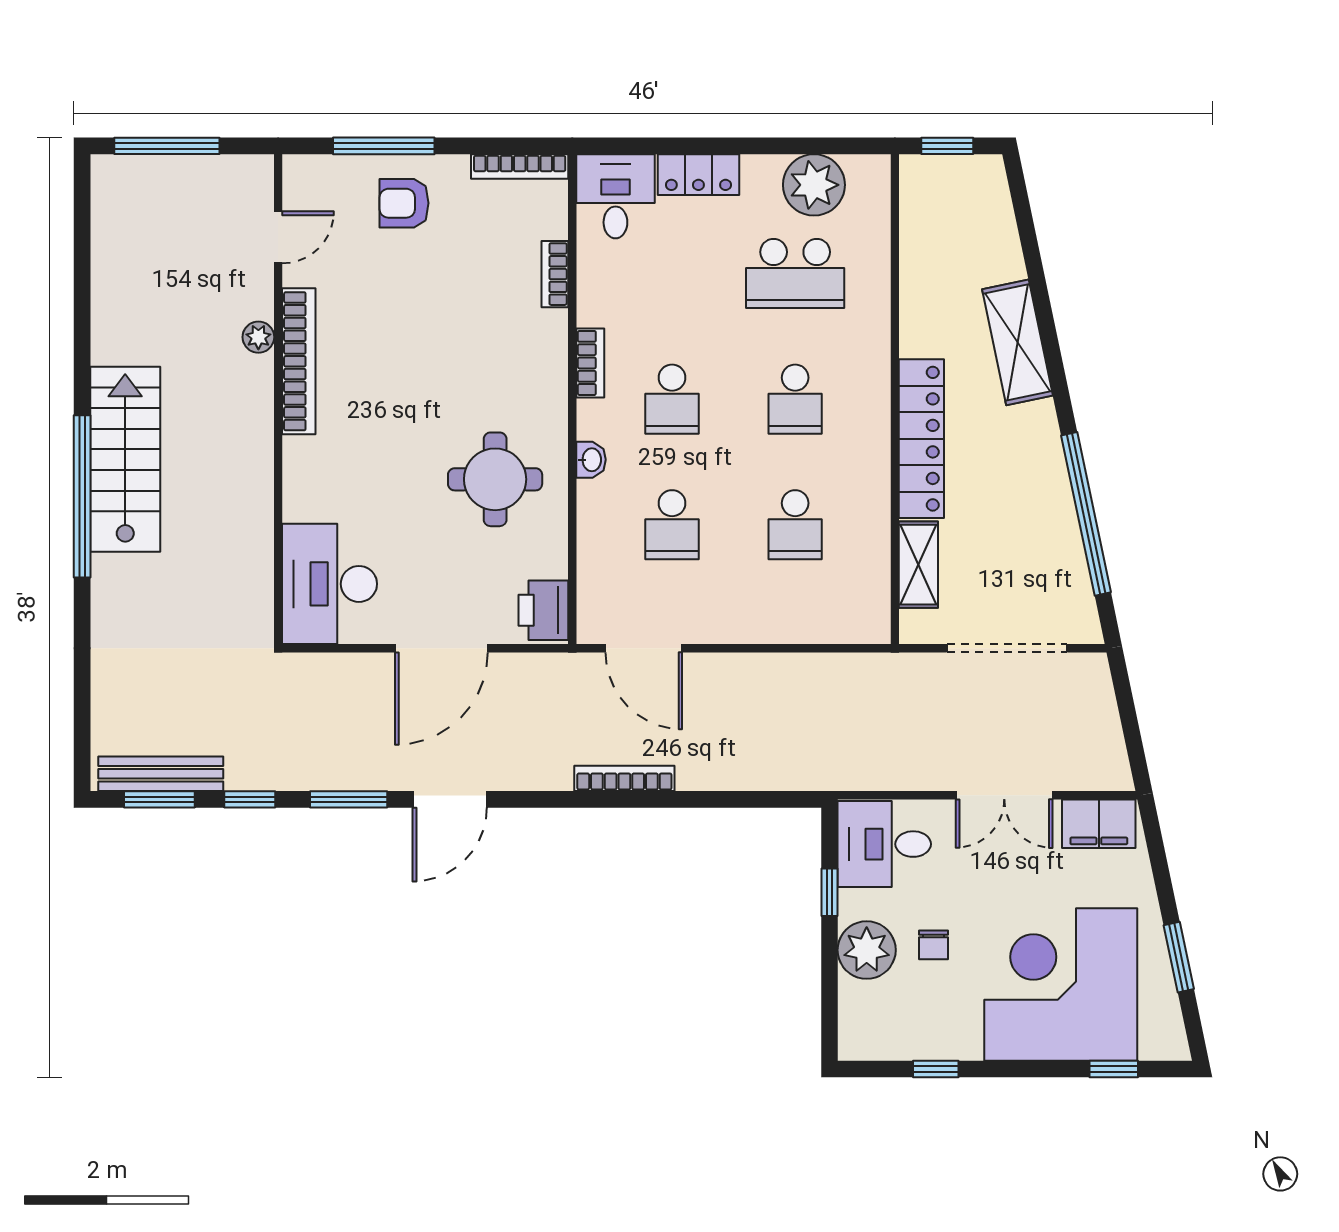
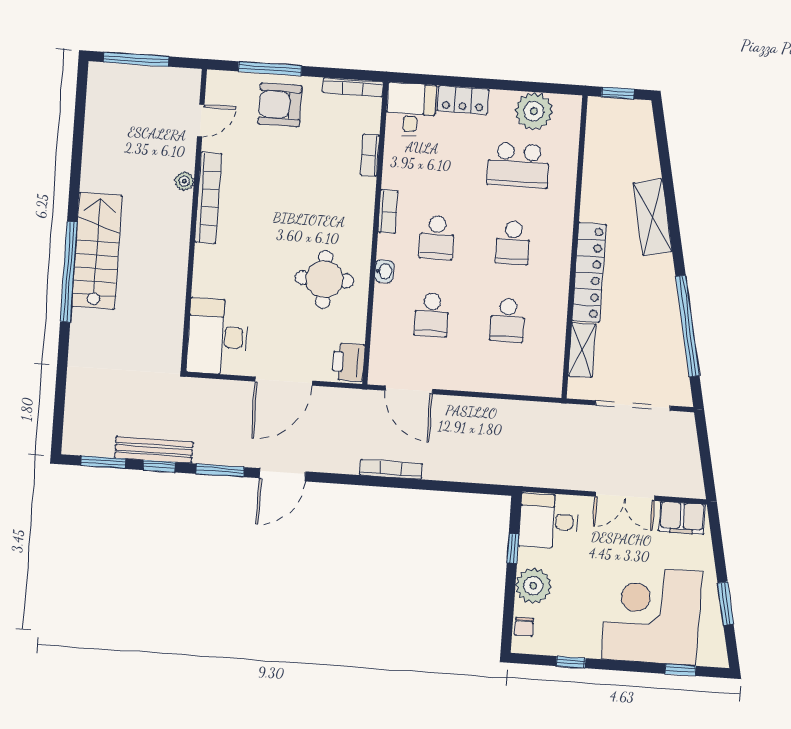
armchair: (404, 203) -> (280, 105), width x1.38, depth x1.38
bench: (161, 774) -> (154, 450), moved
chair: (934, 945) -> (524, 627), moved

